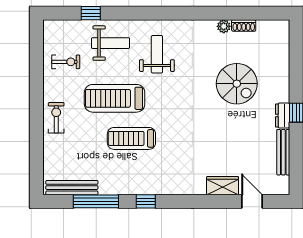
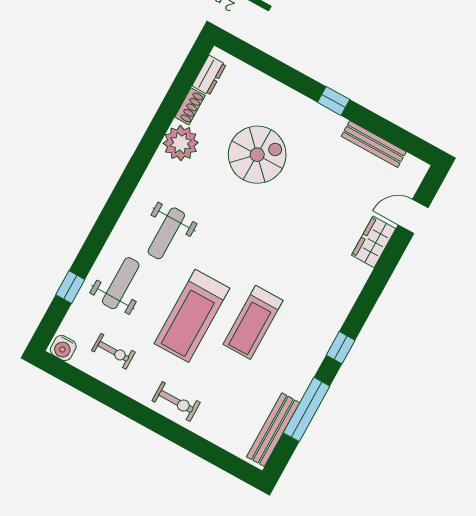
plant: (224, 26) -> (181, 143), width x1.87, depth x1.87
water cooler: (51, 30) -> (63, 348), added
weight bench: (157, 54) -> (166, 233), turned -90
exercise bike: (66, 62) -> (113, 351), turned 90
dresser: (283, 116) -> (209, 75), moved, turned -90
exercise bike: (56, 118) -> (176, 401), turned 180

